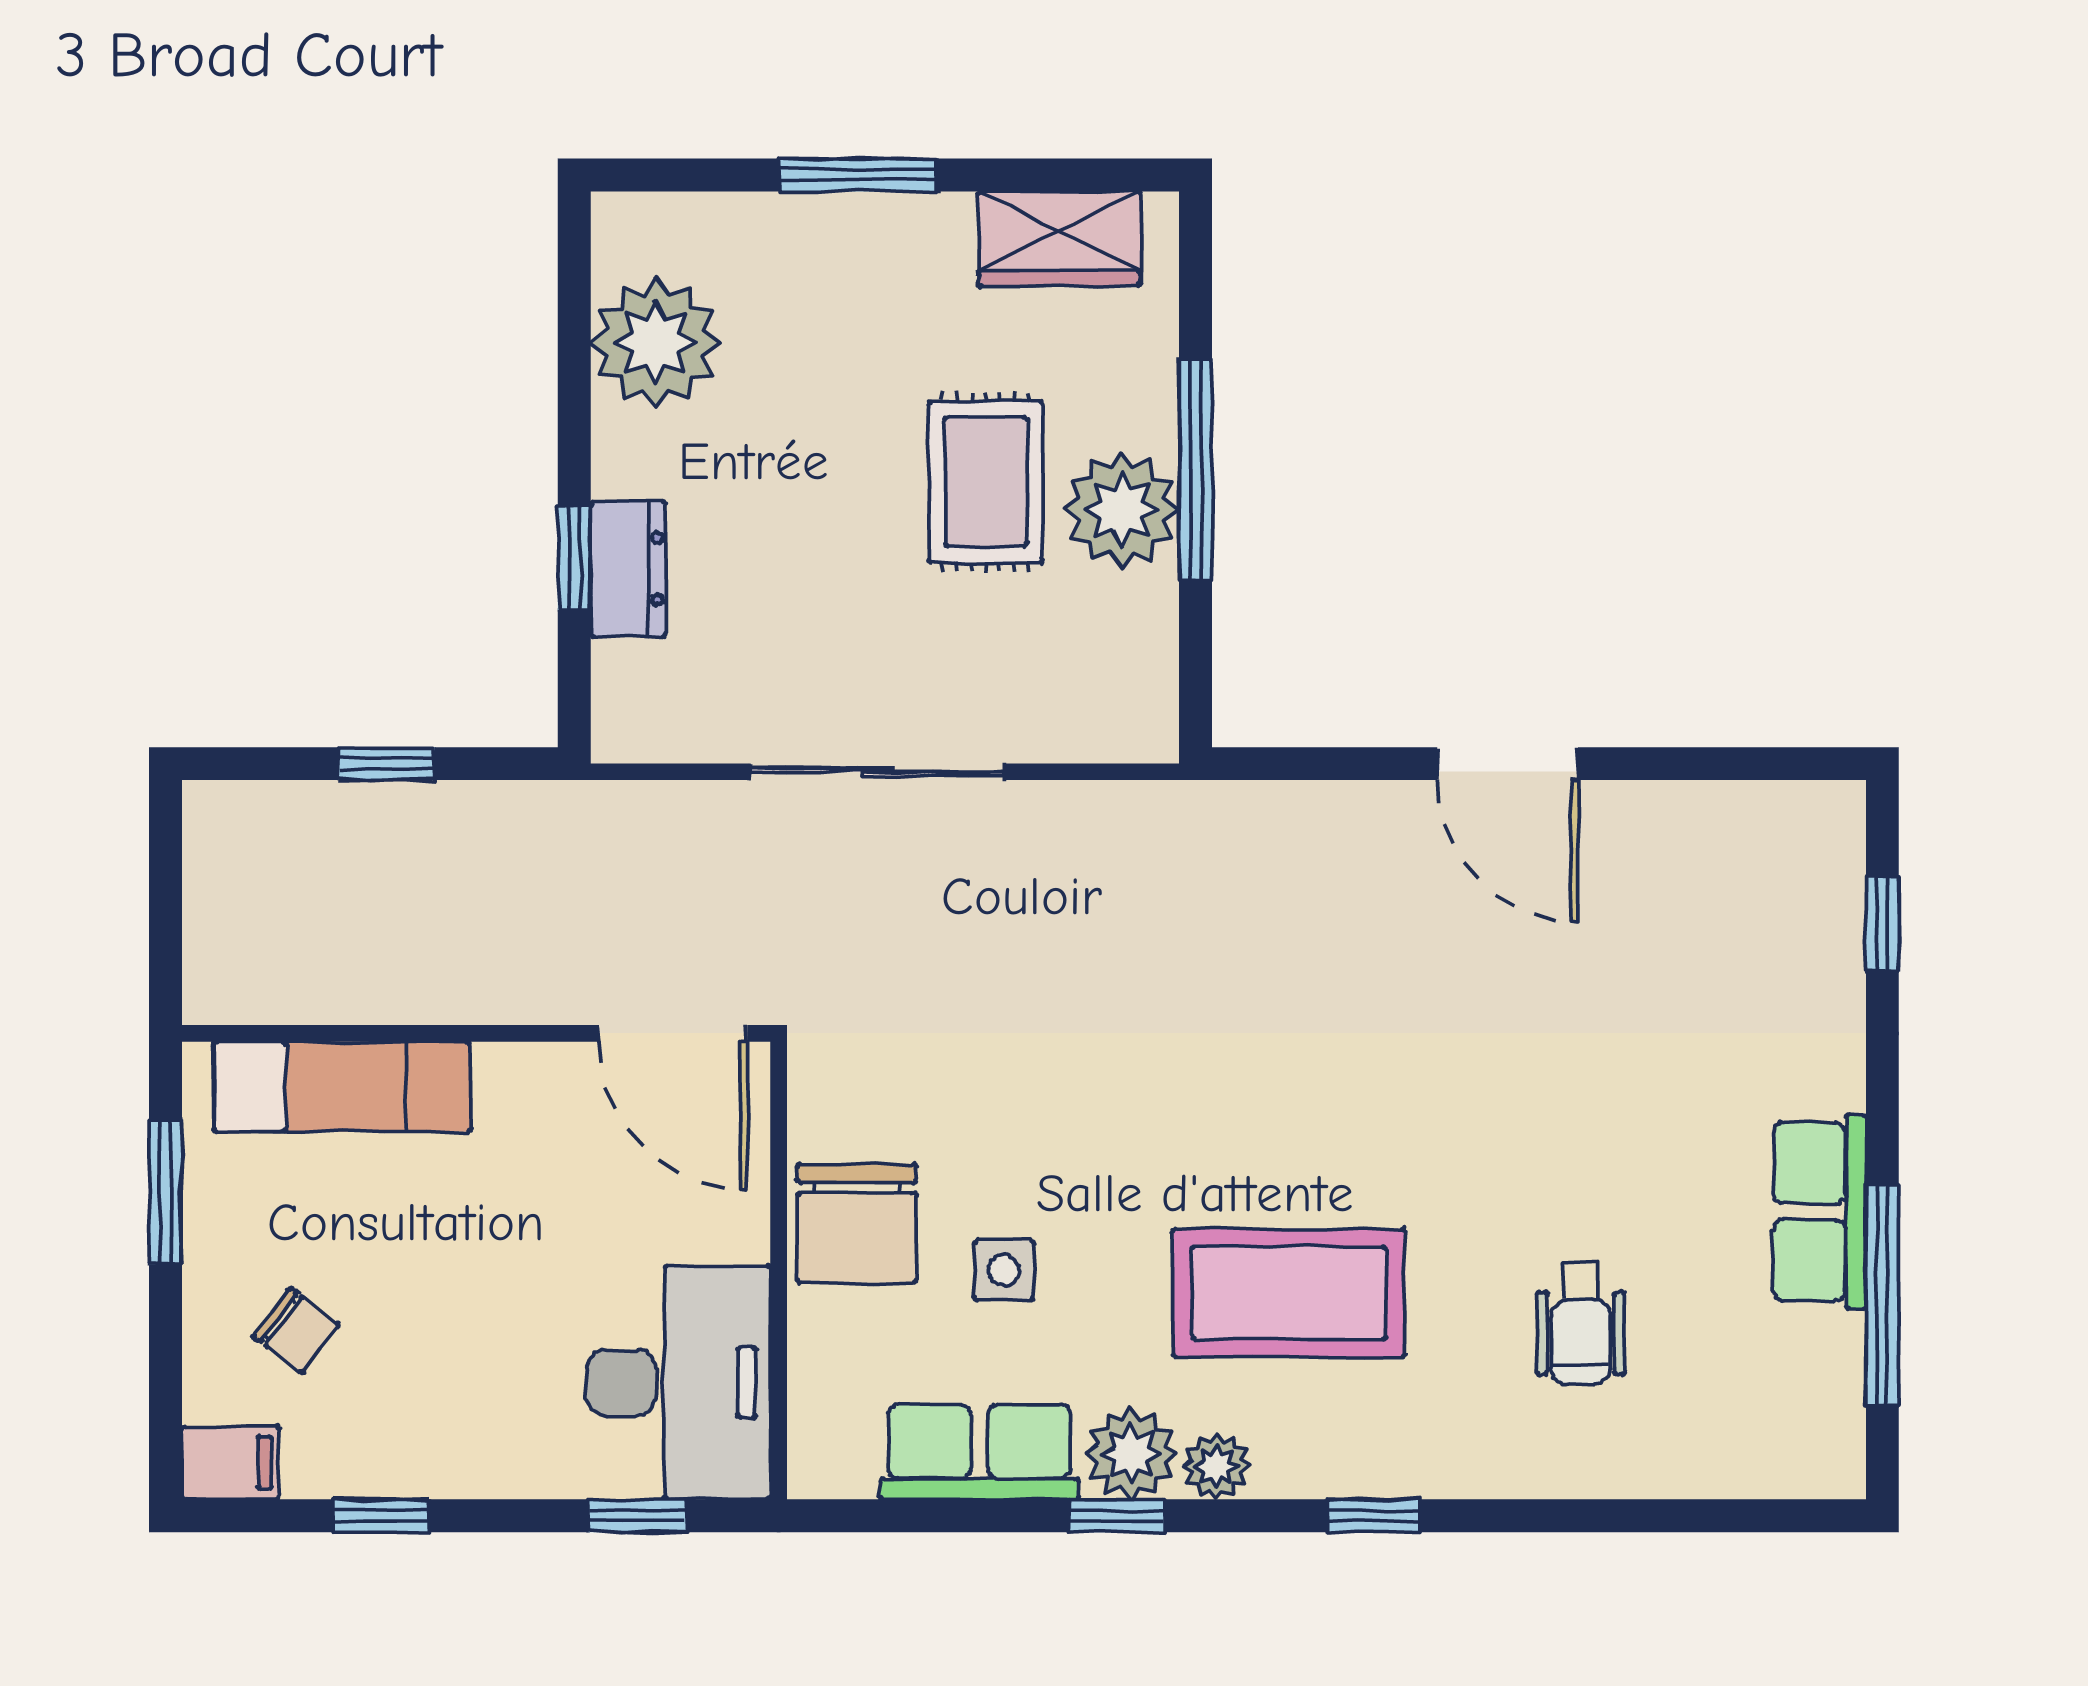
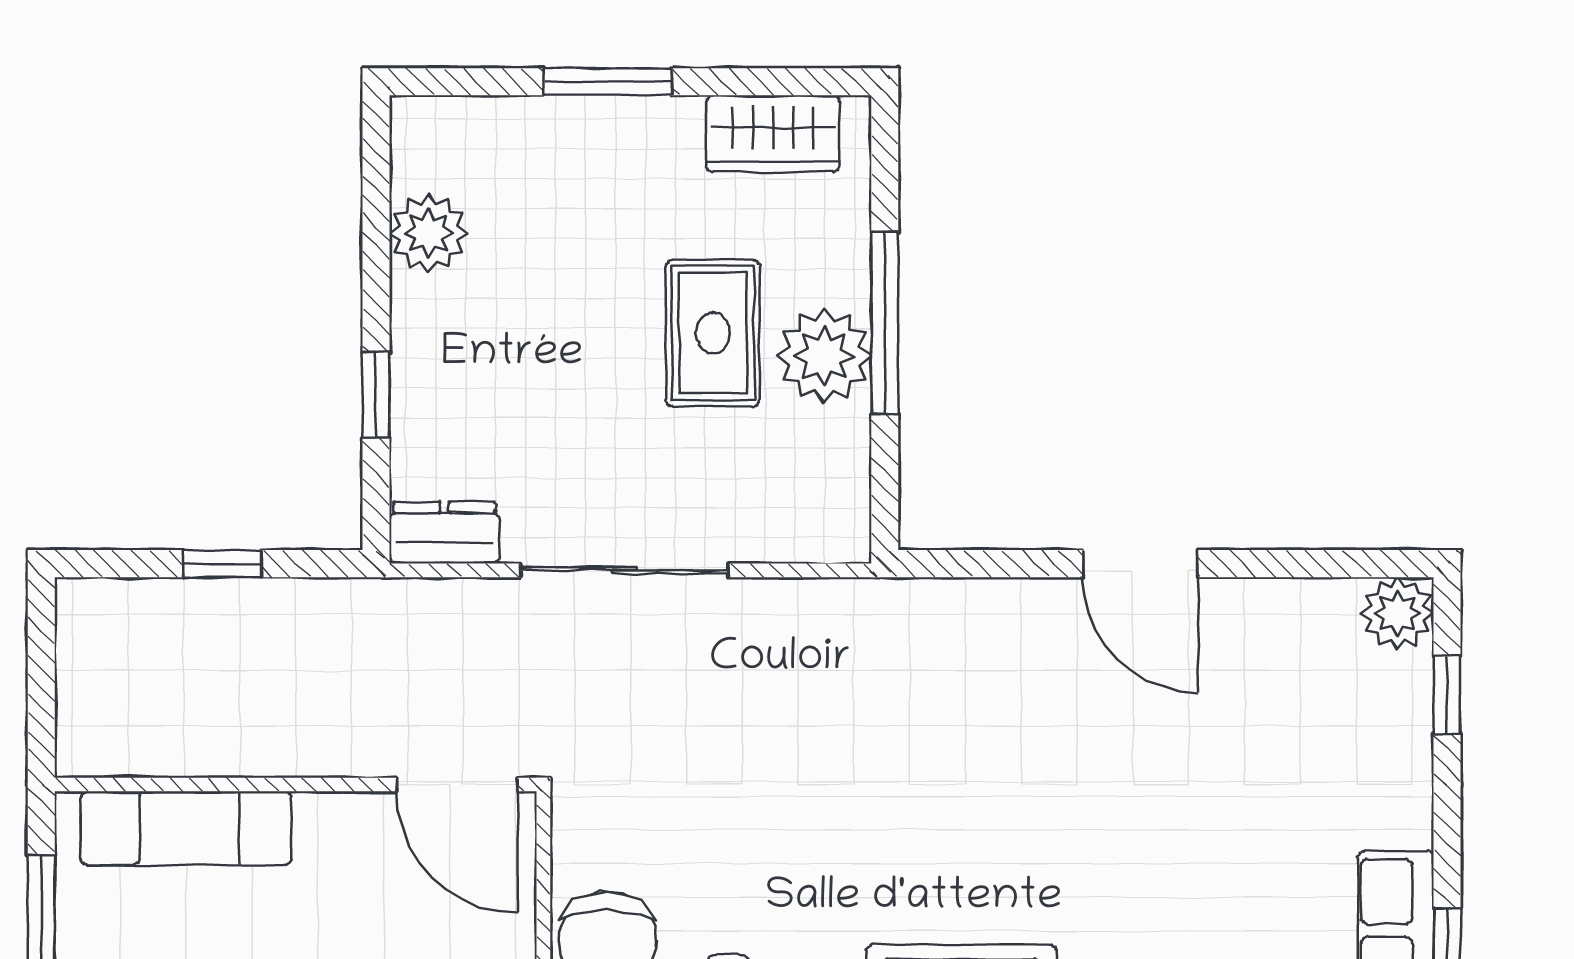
plant: (656, 343) -> (428, 233), width x0.73, depth x0.73
dresser: (628, 569) -> (444, 533), moved, turned -90
plant: (1822, 824) -> (1398, 613), added

